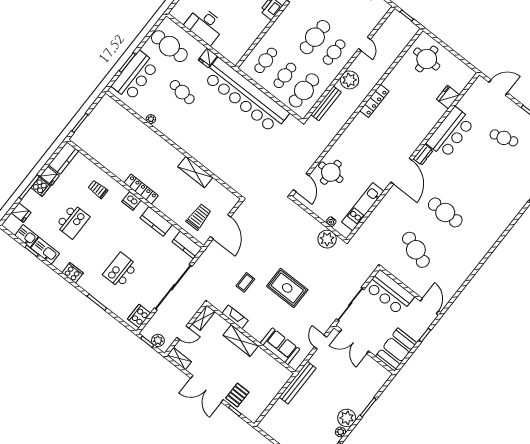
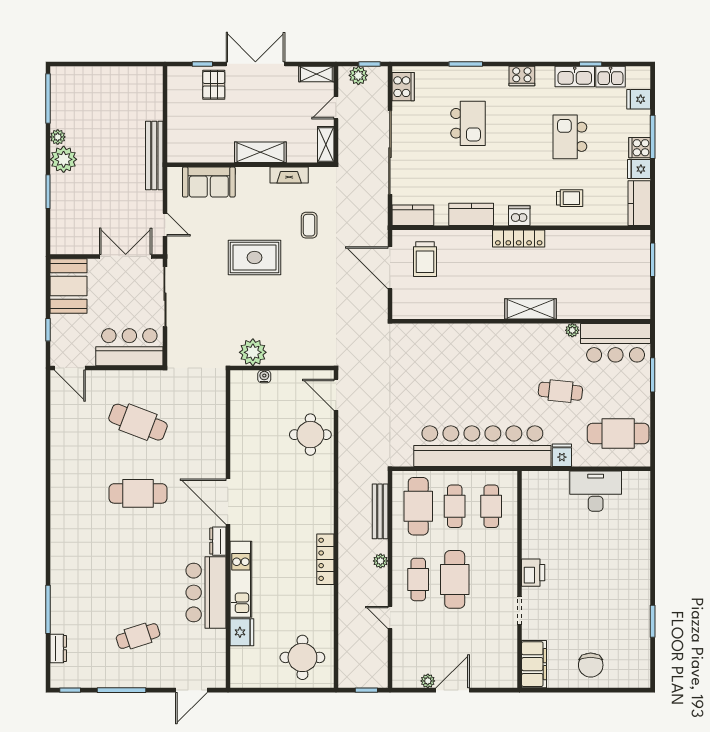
bar counter: (135, 76) -> (616, 343), moved, turned -90
plant: (349, 80) -> (381, 561), width x0.53, depth x0.53
shelving: (195, 172) -> (531, 309), moved
kitchen unit: (363, 207) -> (241, 579), moved

